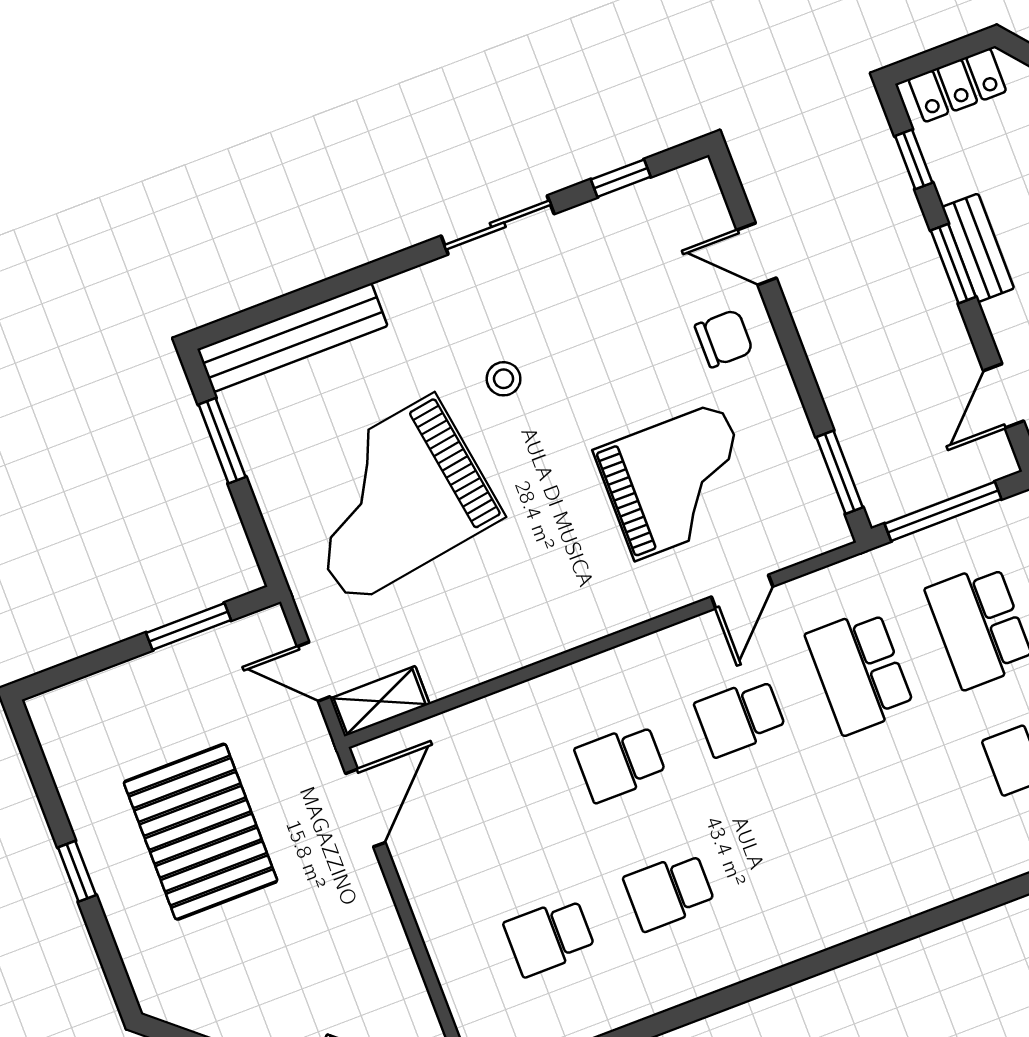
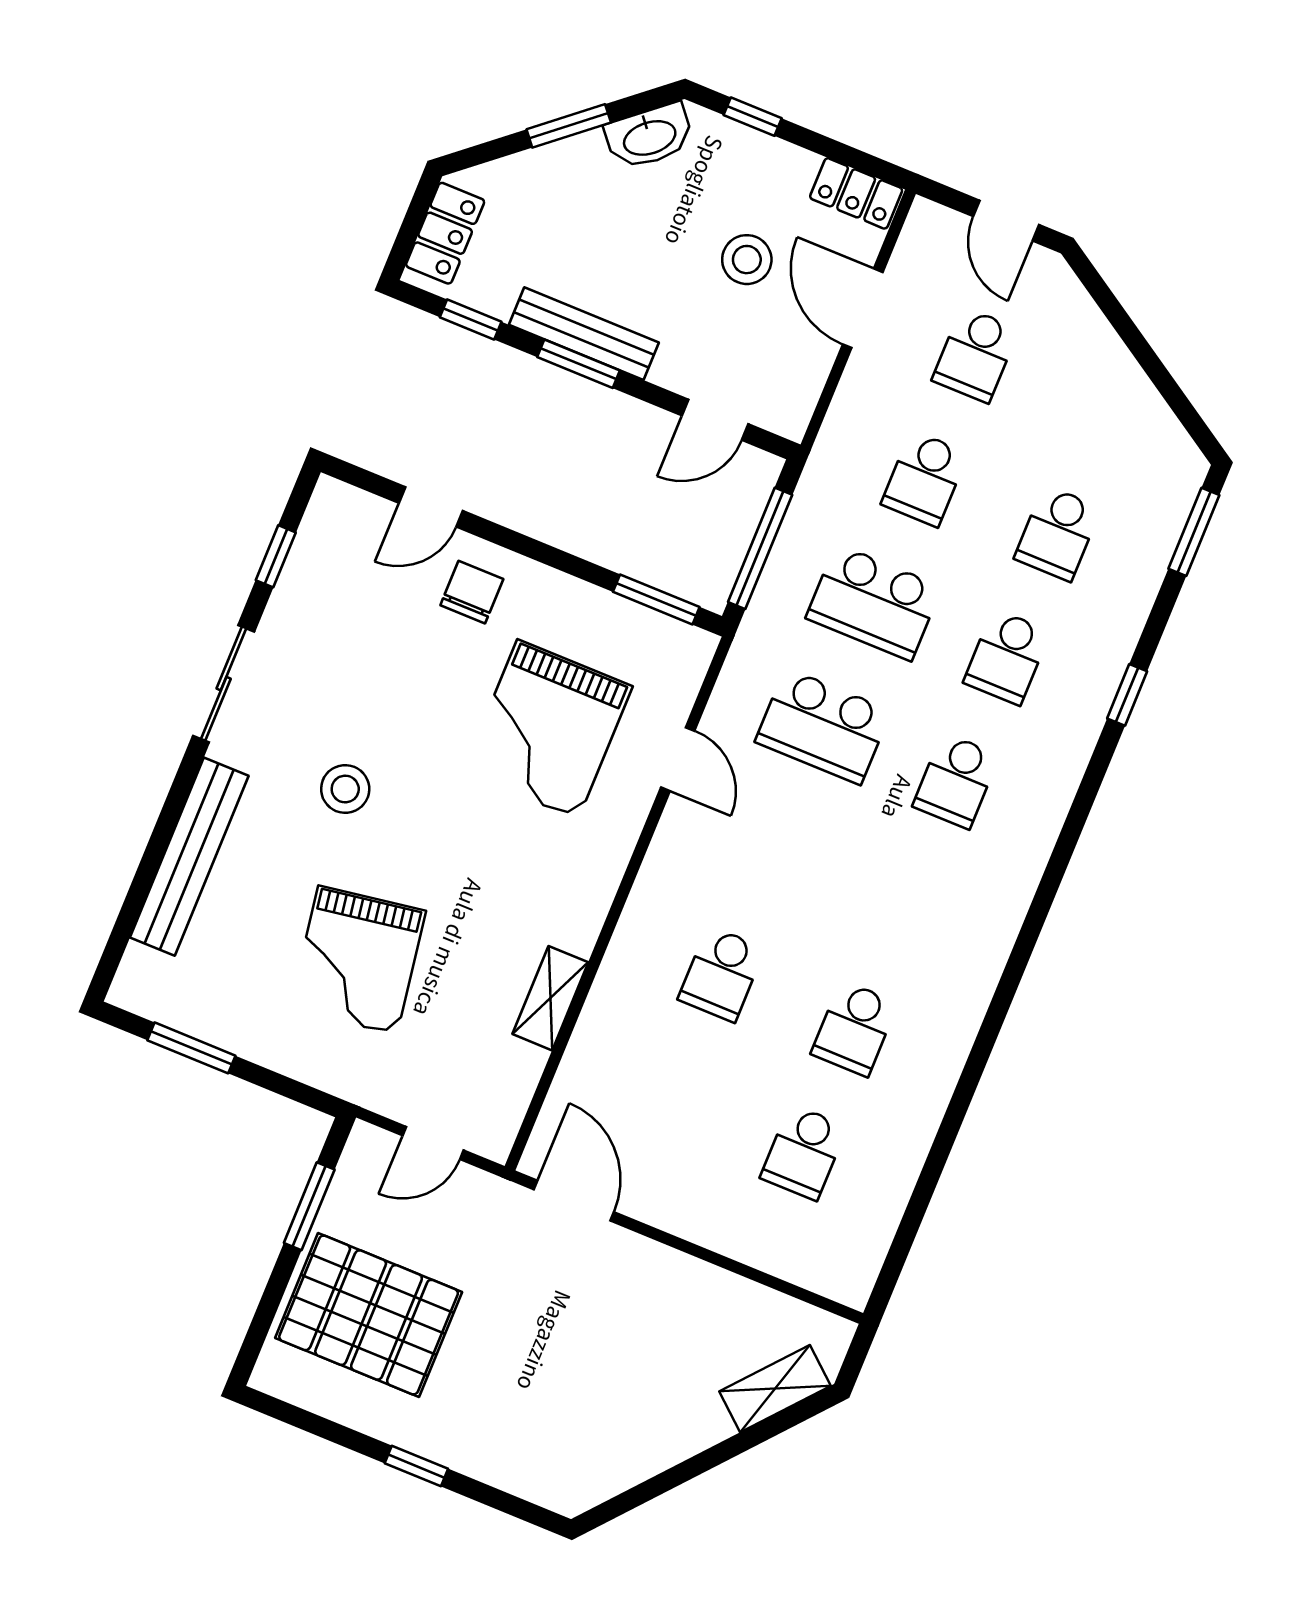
bench: (978, 248) -> (584, 334), width x1.36
bench: (292, 338) -> (189, 857), moved
stool: (504, 379) -> (345, 789), width x1.37, depth x1.37
door: (1003, 396) -> (715, 420), hinge flipped
grand piano: (678, 481) -> (548, 729), turned 180
grand piano: (392, 499) -> (358, 960), width x0.73, depth x0.68
shelving: (380, 701) -> (550, 998), moved
school desk: (740, 717) -> (956, 781), moved
pallet: (201, 832) -> (369, 1315), moved

